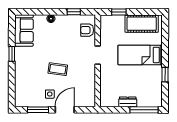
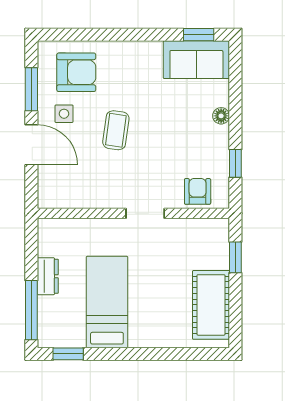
window: (12, 54) -> (199, 35), moved
bed: (140, 55) -> (107, 302), moved
window: (165, 75) -> (68, 354), moved
armchair: (30, 88) -> (76, 72), added

